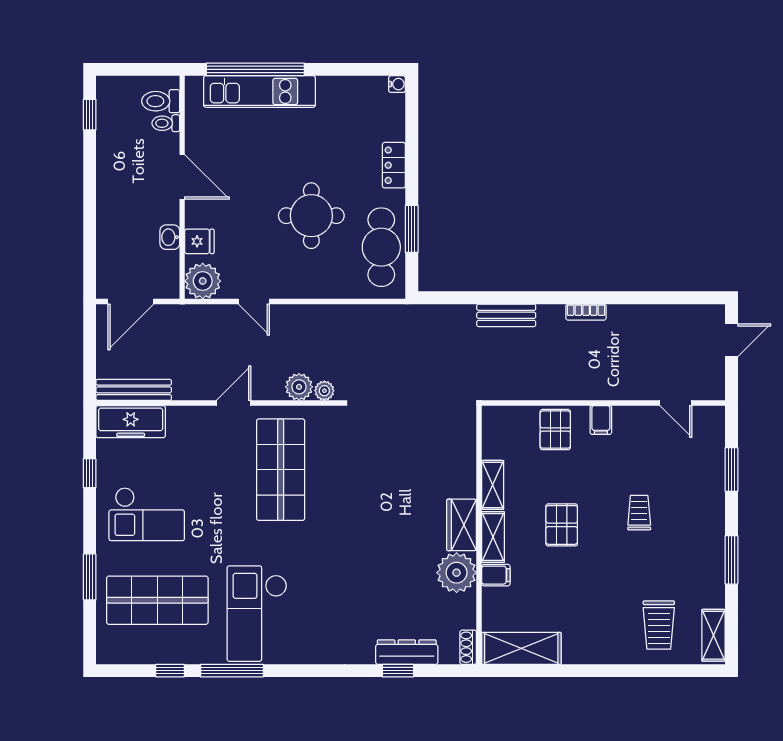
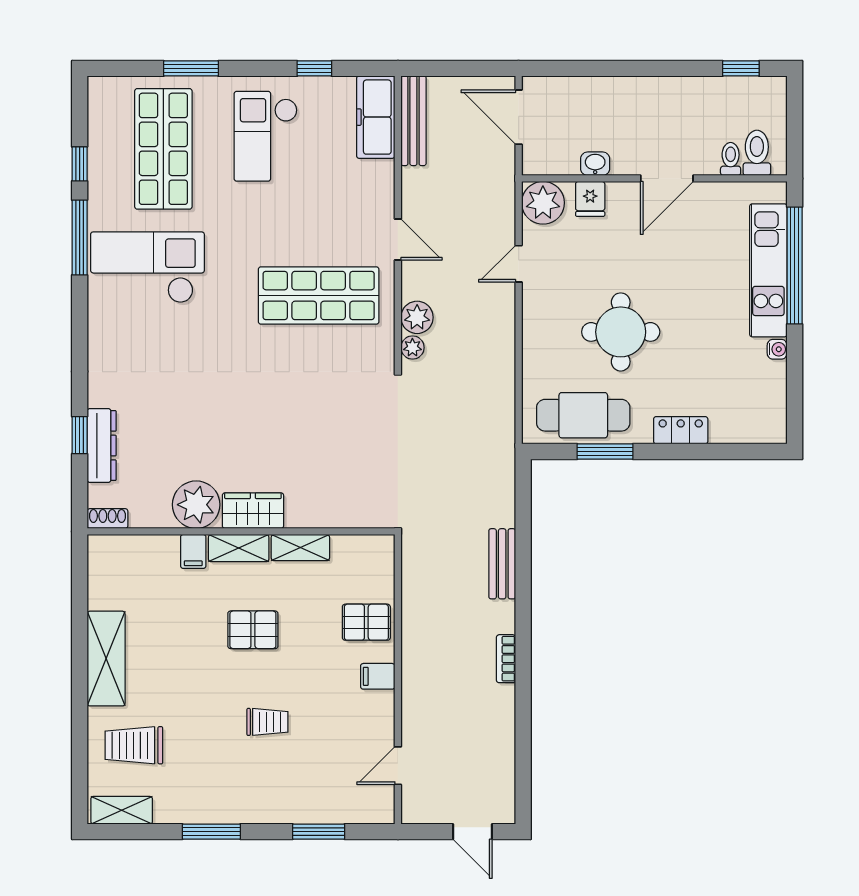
water cooler: (397, 84) -> (777, 349), moved, turned -90
shelving: (521, 648) -> (106, 659), moved

